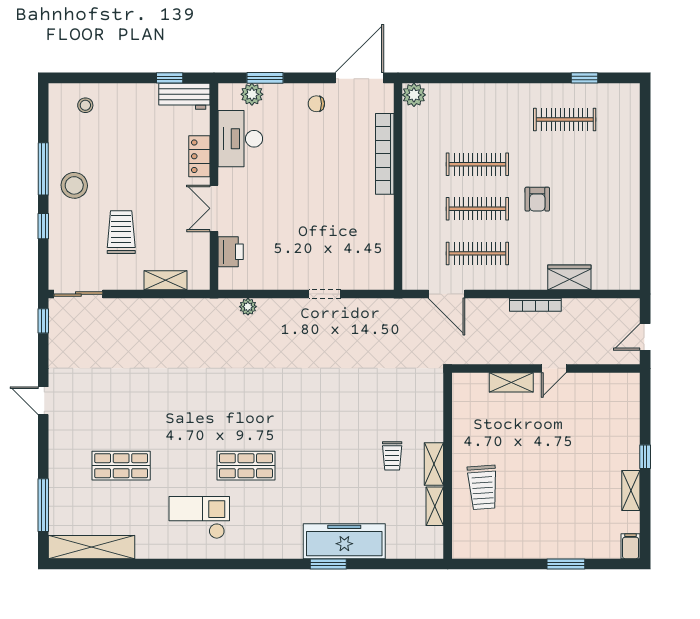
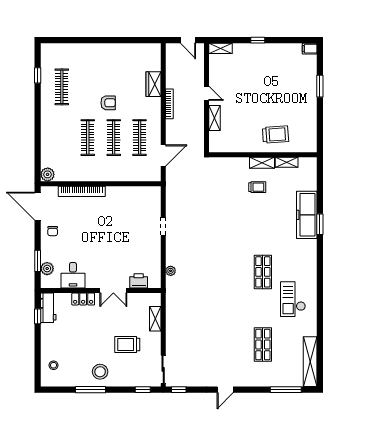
desk: (240, 139) -> (73, 275), width x0.73
window: (43, 226) -> (143, 390), moved
shelving: (631, 491) -> (220, 48), moved

